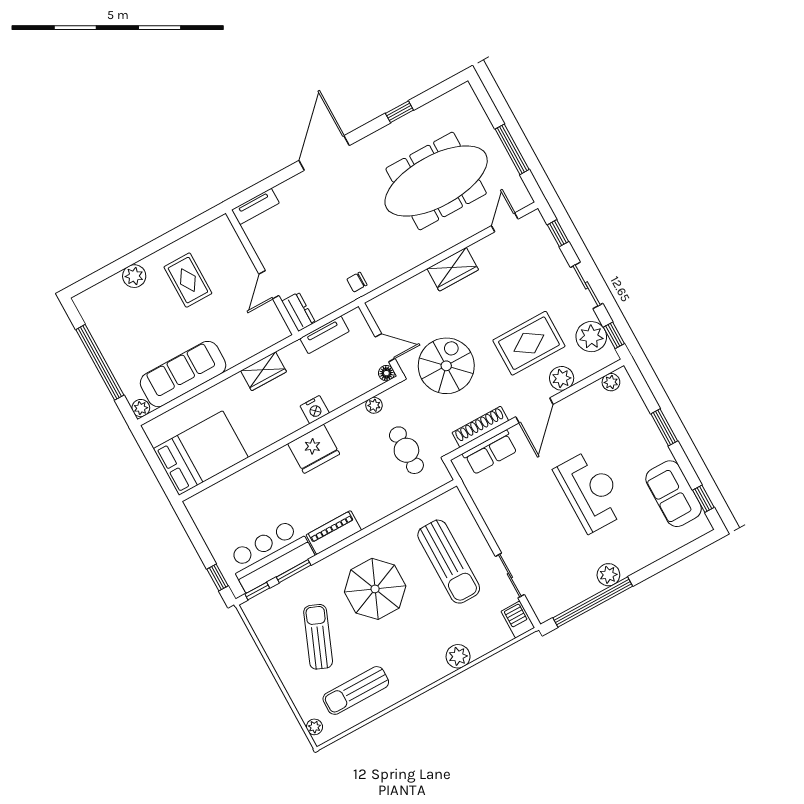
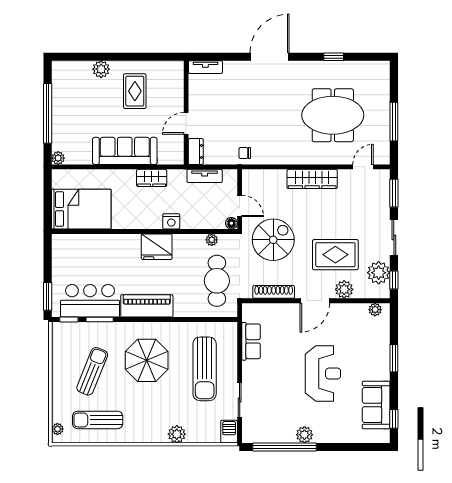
meeting table: (436, 181) -> (333, 115), width x0.73
window: (558, 233) -> (394, 193), width x1.50
wardrobe: (453, 269) -> (312, 179), width x1.50
sofa: (183, 374) -> (125, 151), moved
cafe table: (406, 450) -> (217, 281), width x1.37, depth x1.35
row of seats: (490, 452) -> (251, 341), moved, turned -90
piano: (334, 533) -> (147, 306), width x1.37, depth x1.33
window: (218, 578) -> (48, 296), width x1.50

